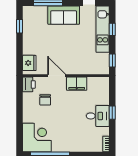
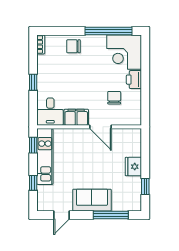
kitchen unit: (103, 29) -> (45, 156), moved
fridge: (29, 63) -> (133, 167), moved
printer: (29, 84) -> (134, 80), moved
desk: (98, 116) -> (50, 112), moved, turned -90
chair: (79, 142) -> (74, 46), added

